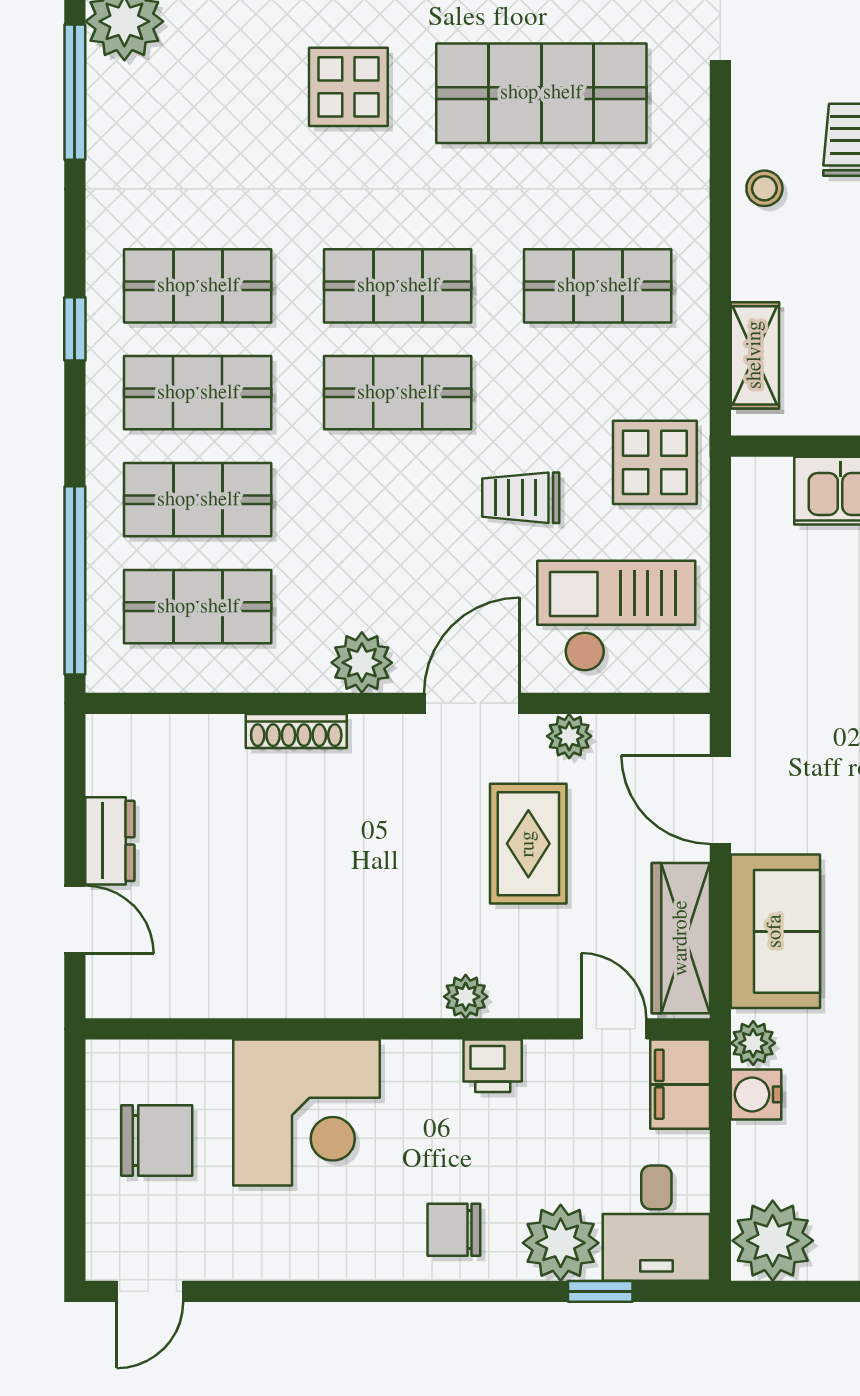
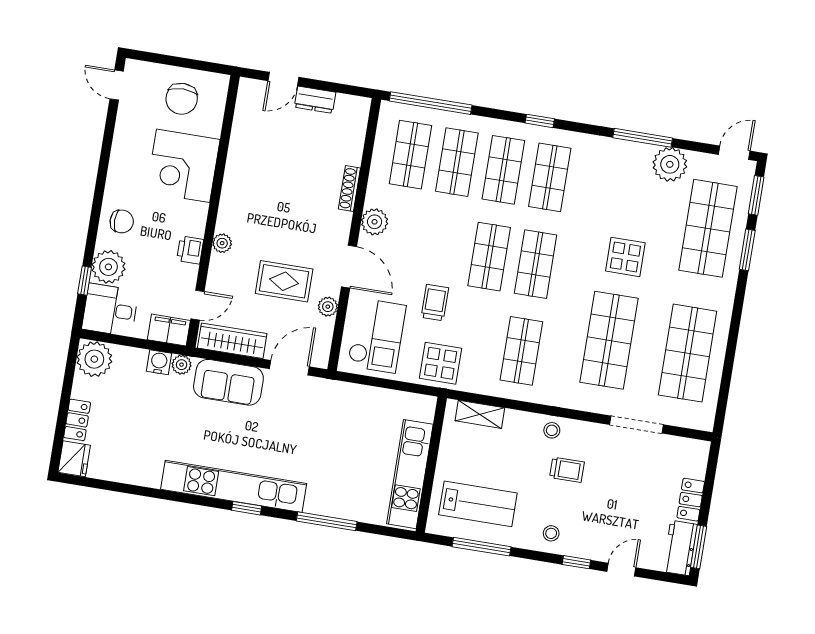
chair: (454, 1230) -> (122, 221), turned 90

